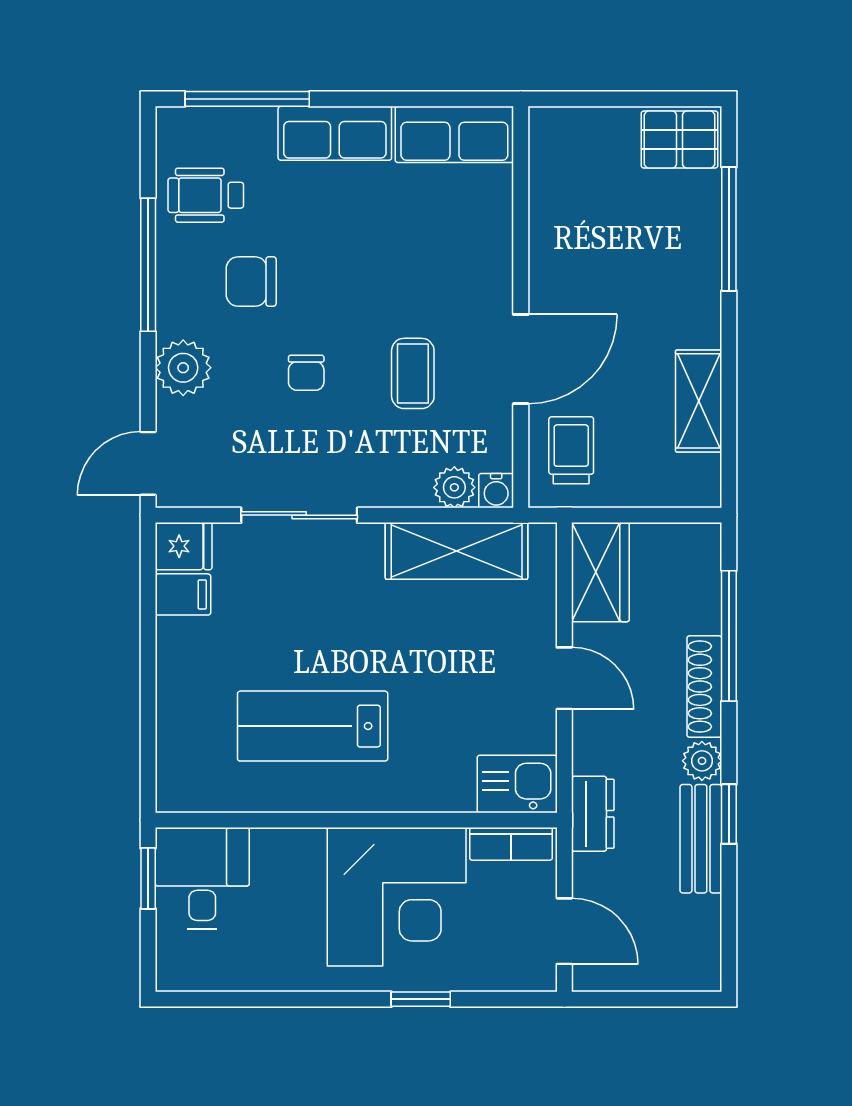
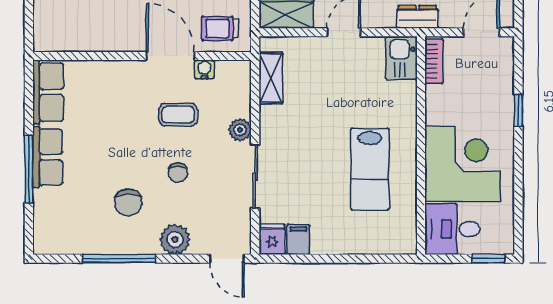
window: (247, 99) -> (29, 169), moved
wheelchair: (206, 195) -> (81, 227), removed
chair: (306, 373) -> (178, 173), turned 90
plant: (454, 487) -> (240, 130), moved
water cooler: (496, 491) -> (204, 69), moved, turned -90
shelving: (457, 551) -> (271, 78), width x0.67, depth x0.75
window: (148, 878) -> (488, 259), moved
corner desk: (397, 897) -> (463, 164), moved

